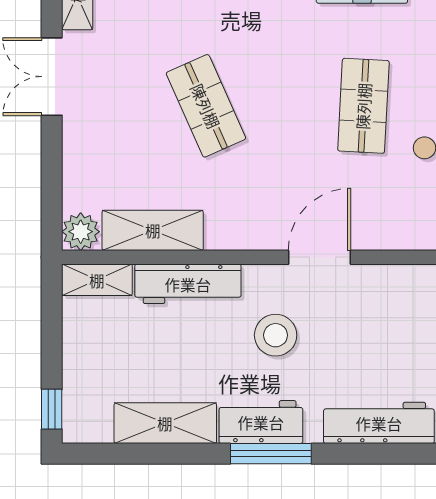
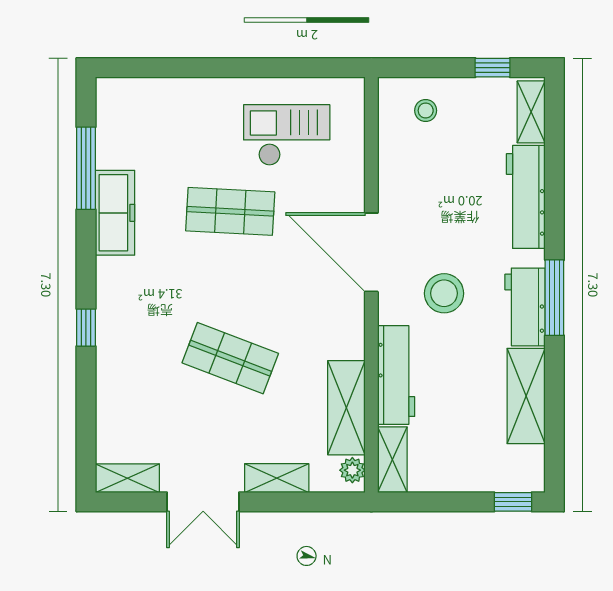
shop shelf: (206, 106) -> (230, 358), turned 45
shelving: (77, 156) -> (277, 478), added
plant: (81, 232) -> (352, 470), width x0.73, depth x0.73
door: (320, 257) -> (371, 252), width x1.36

